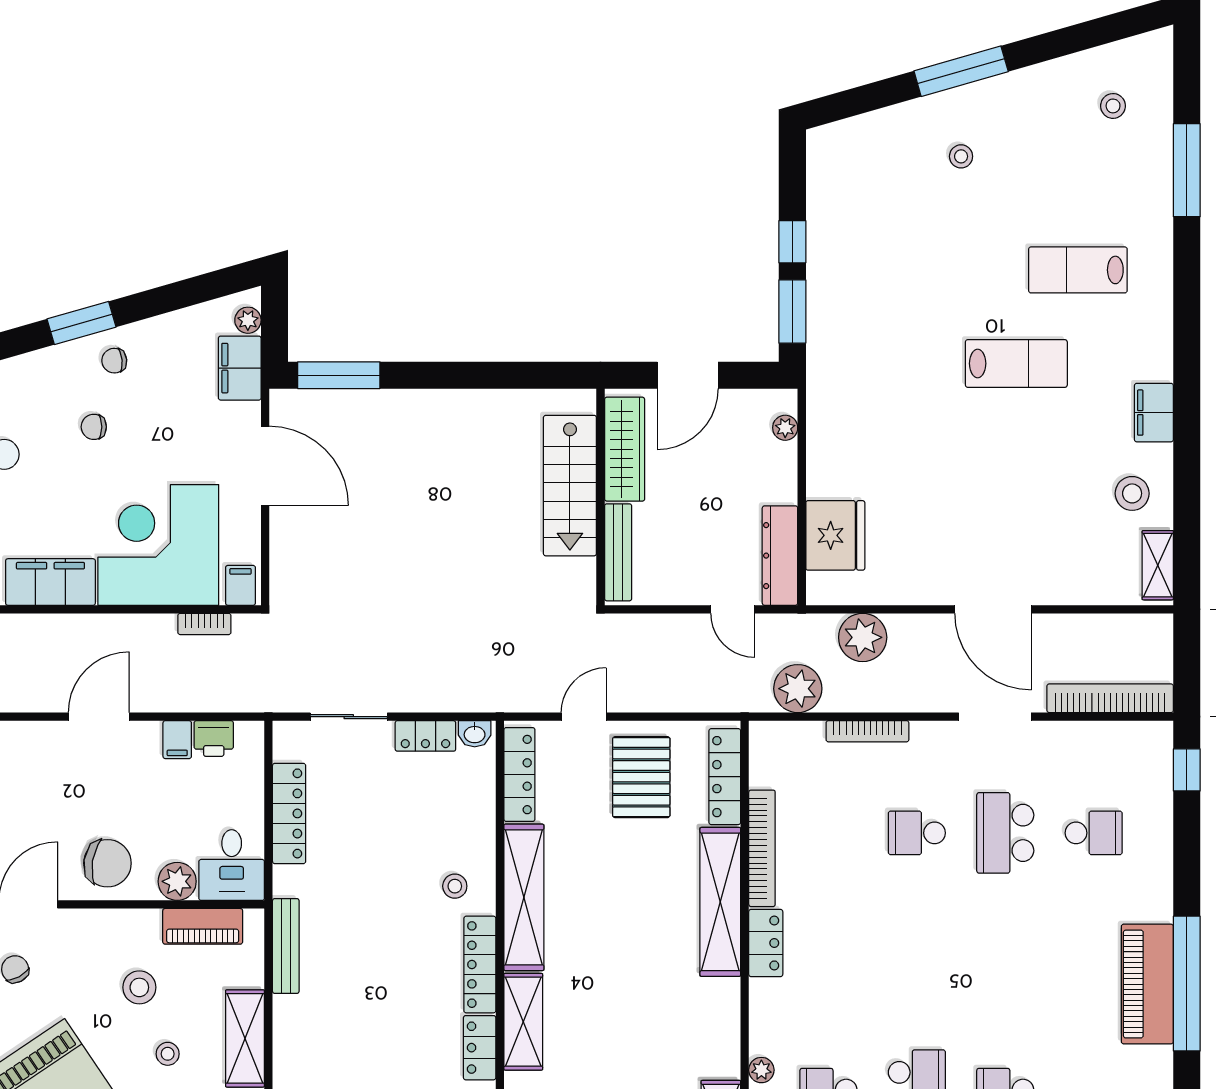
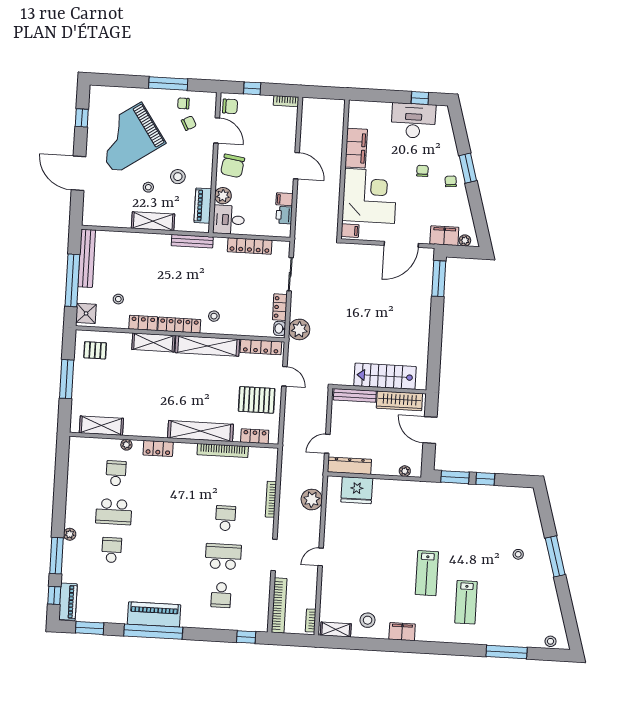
stool: (1113, 106) -> (550, 641), moved
lab bench: (1078, 270) -> (466, 602), turned 180
door: (993, 609) -> (321, 557), width x0.53
bookcase: (204, 624) -> (311, 621), moved
plant: (798, 689) -> (299, 329), moved
locker: (725, 777) -> (255, 436), width x0.66
locker: (766, 943) -> (158, 448), moved

